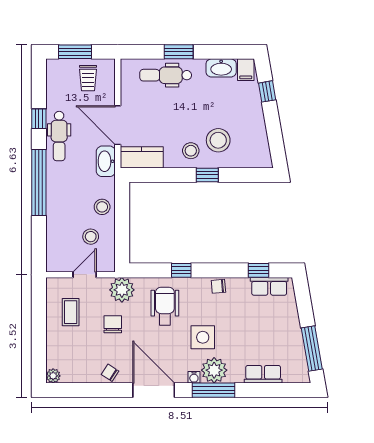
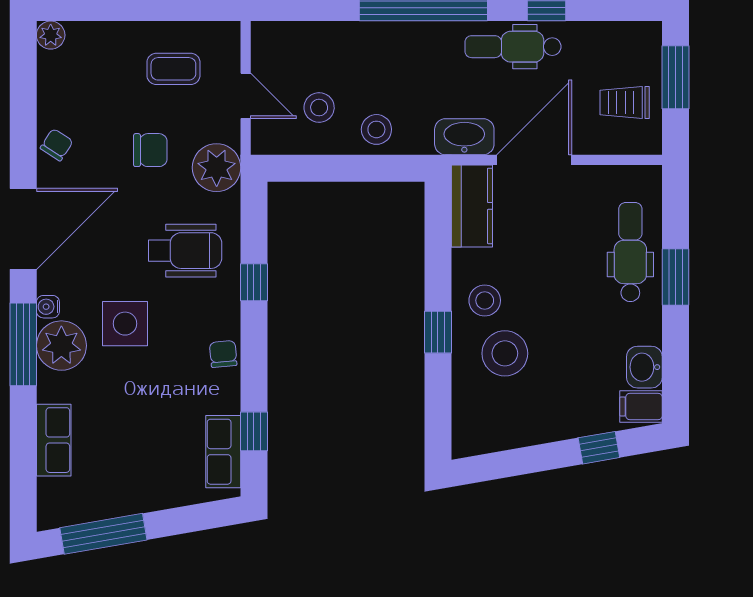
washbasin: (221, 68) -> (644, 367), width x0.72

